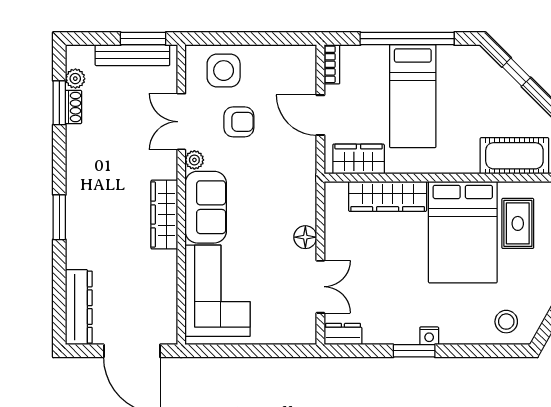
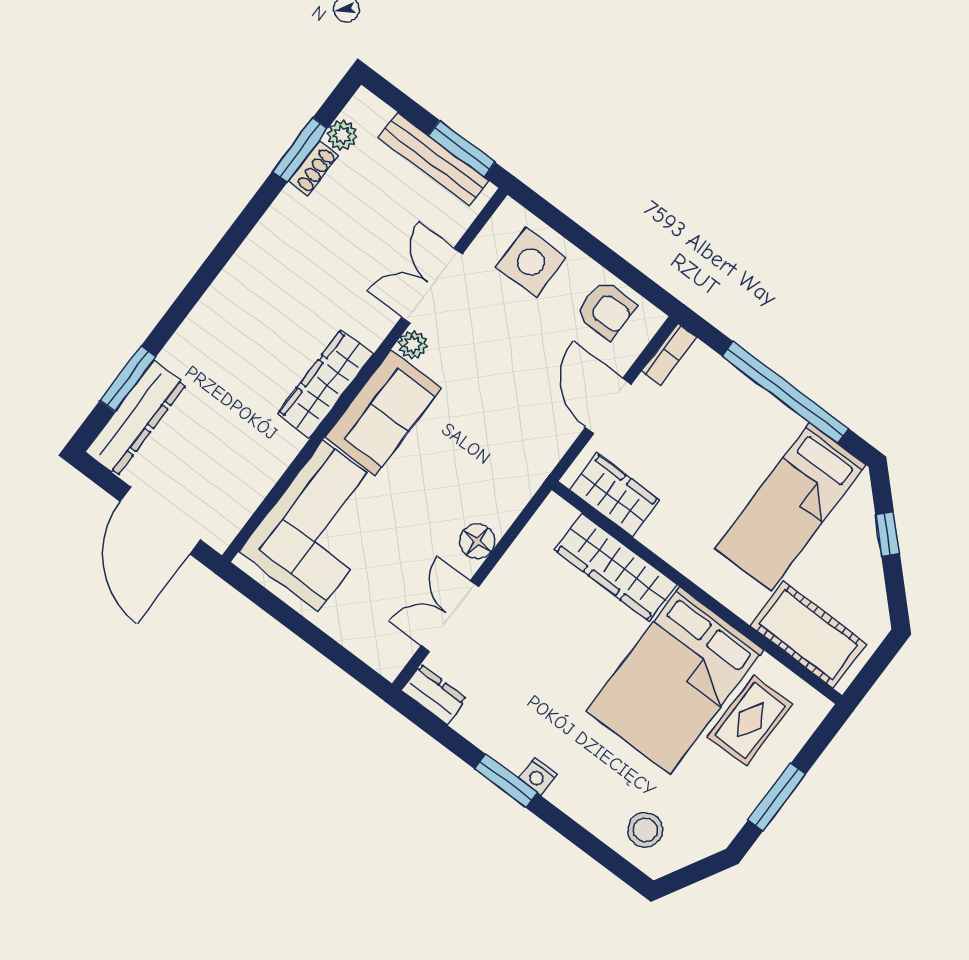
bed: (413, 96) -> (790, 507), moved
armchair: (239, 122) -> (606, 310), moved
window: (59, 217) -> (128, 379), moved
double door: (320, 287) -> (450, 616), swing flipped

